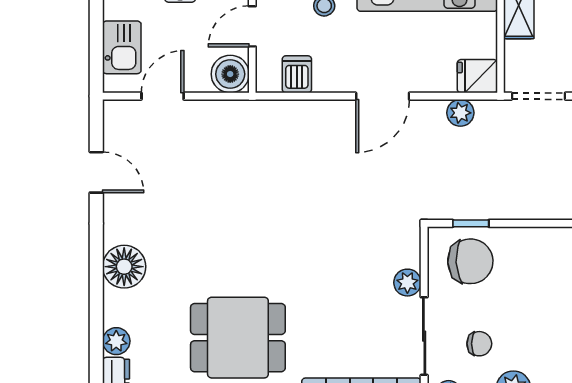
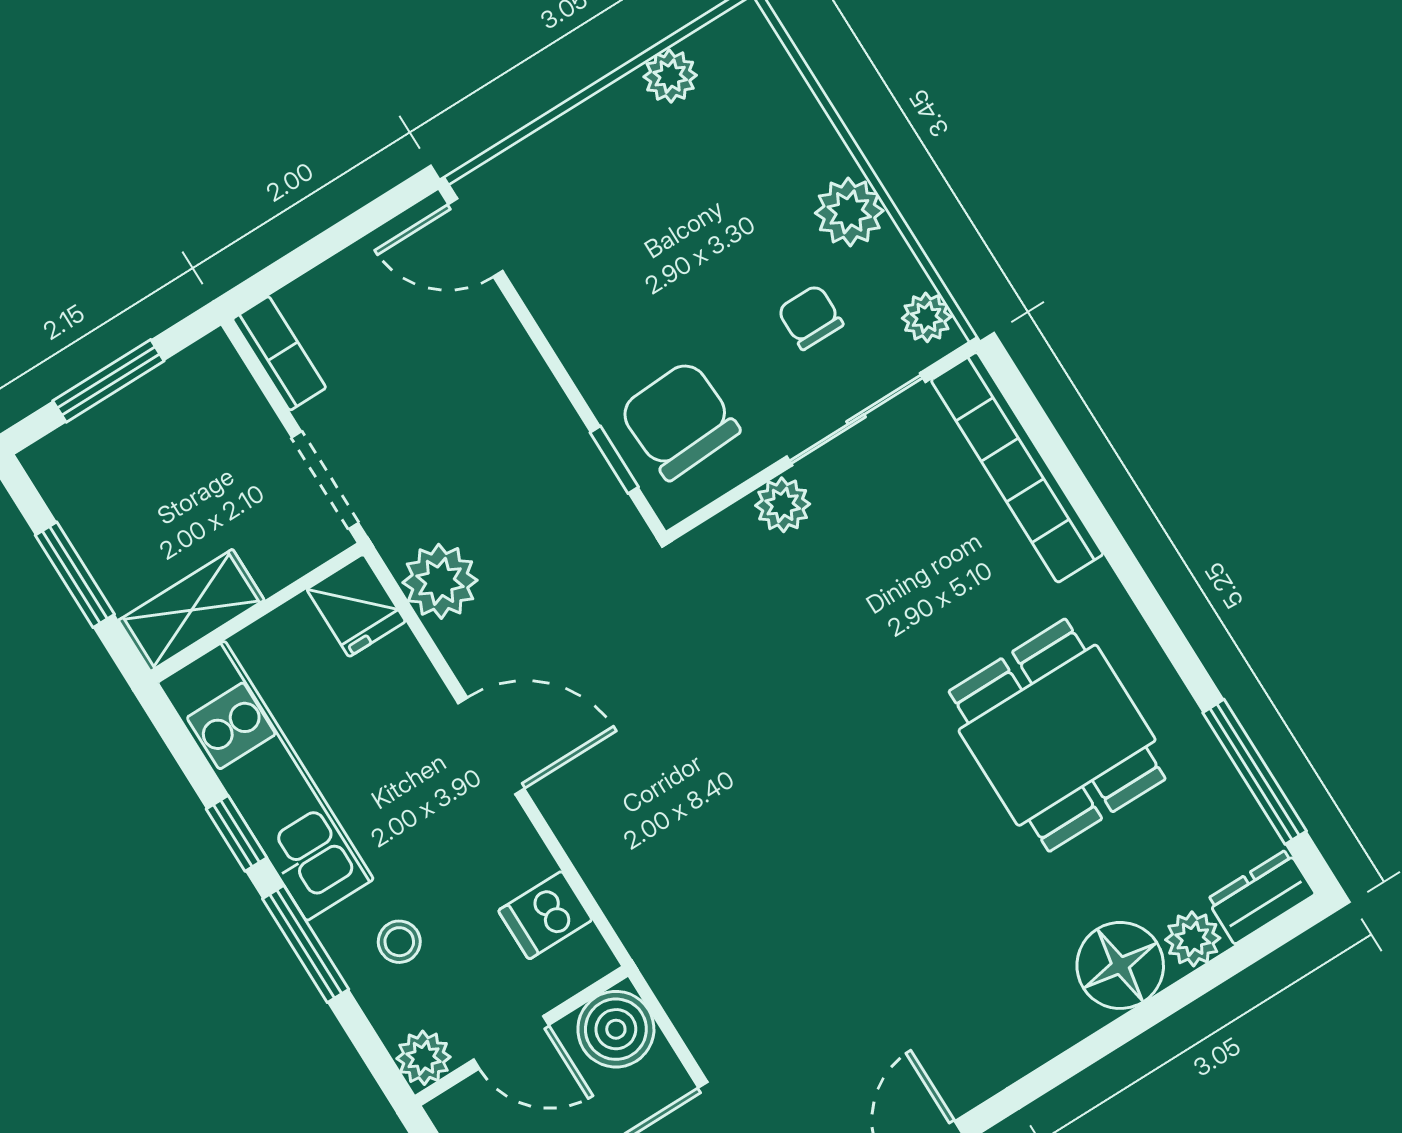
plant: (460, 113) -> (440, 581), width x1.38, depth x1.38
floor lamp: (124, 267) -> (1120, 965), moved

